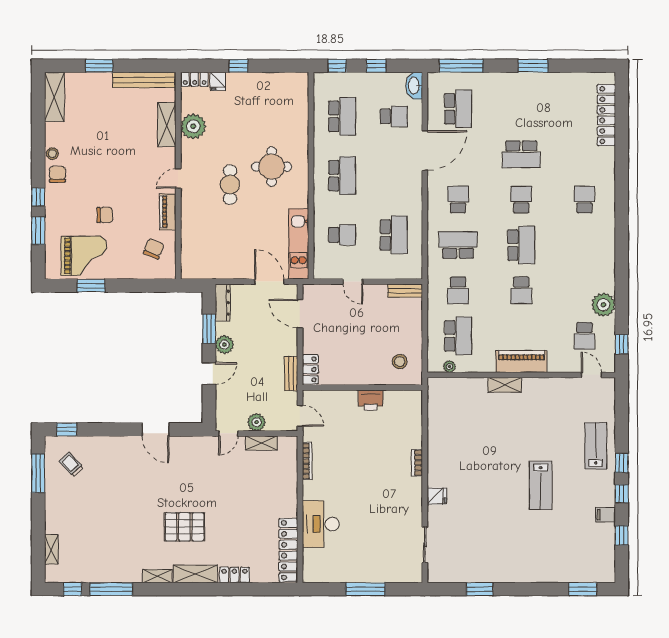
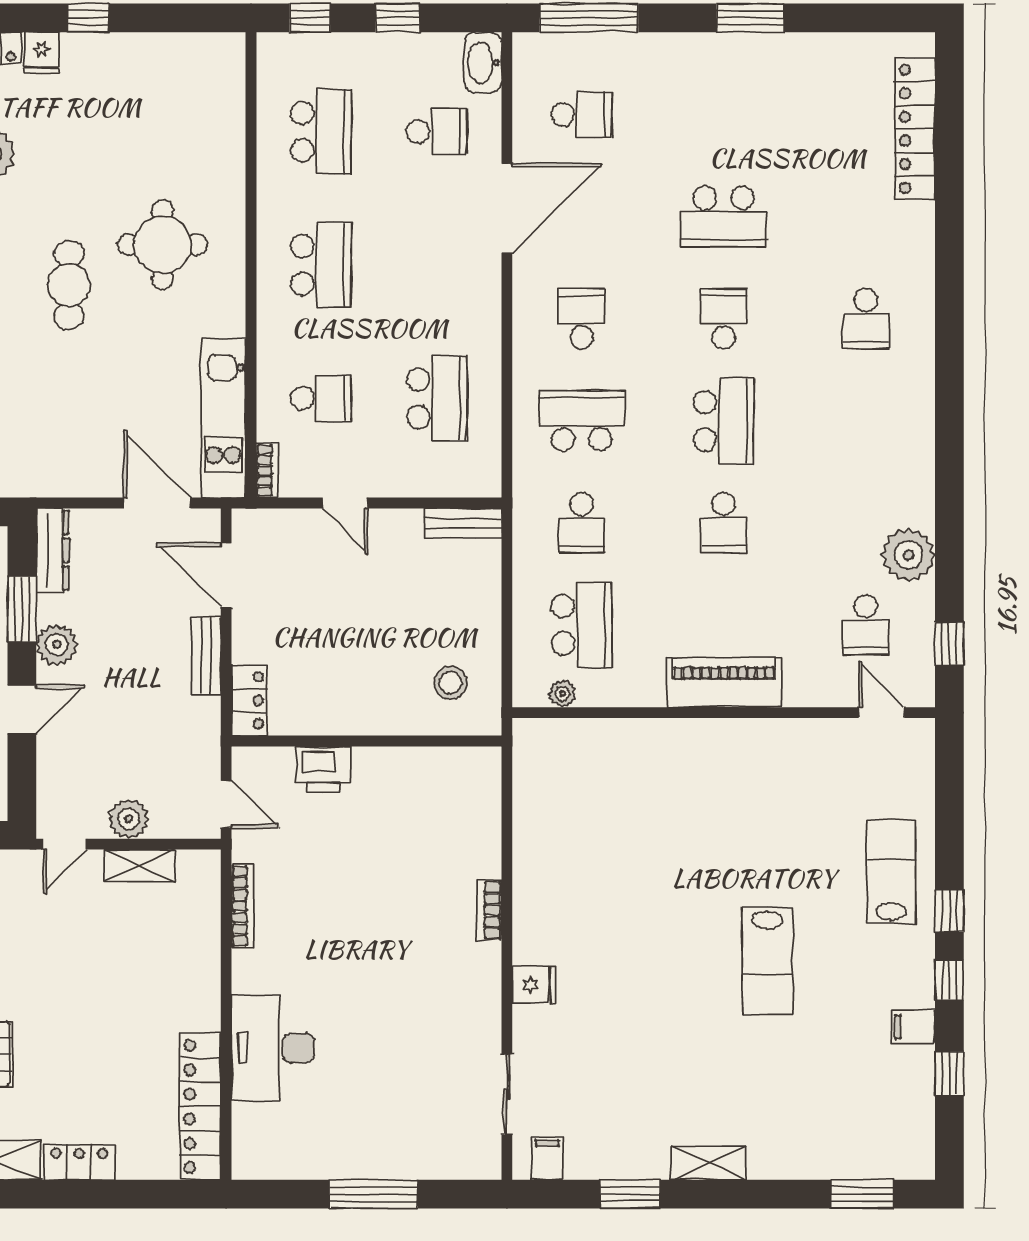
school desk: (458, 109) -> (582, 115), width x0.54
school desk: (584, 200) -> (866, 319), turned 180
bookcase: (318, 267) -> (267, 470), added
bench: (291, 374) -> (206, 656), moved
shelving: (505, 385) -> (709, 1163), moved
printer: (371, 400) -> (323, 769), moved
filing cabinet: (443, 573) -> (547, 1158), added

